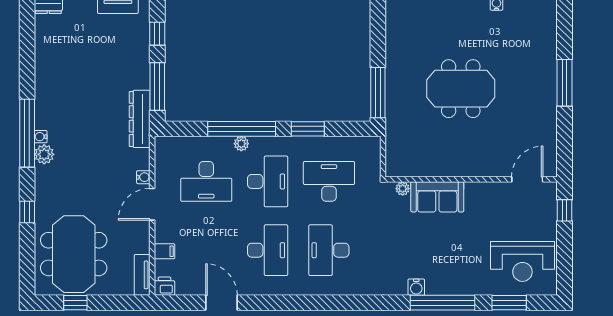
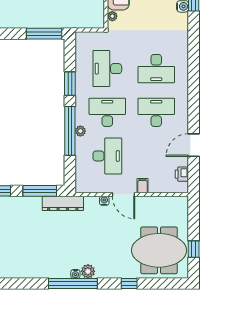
filing cabinet: (165, 251) -> (143, 186), moved
tv unit: (142, 275) -> (174, 202), removed
printer: (164, 286) -> (182, 174), moved

